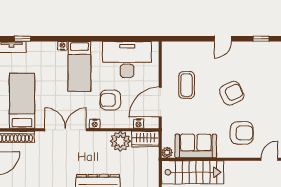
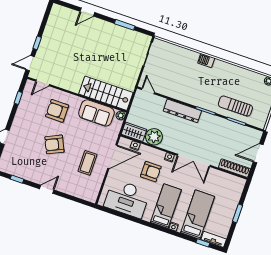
bed: (22, 101) -> (198, 215), moved, turned 180

